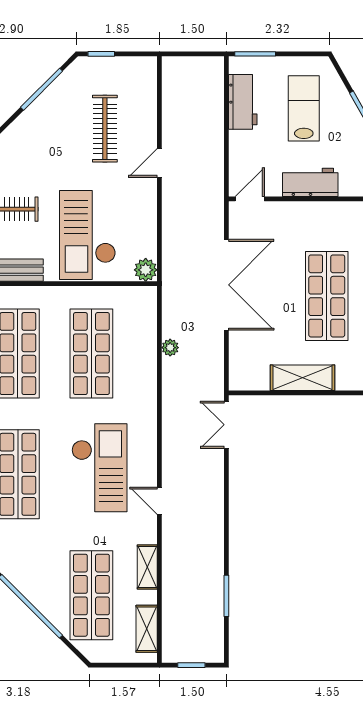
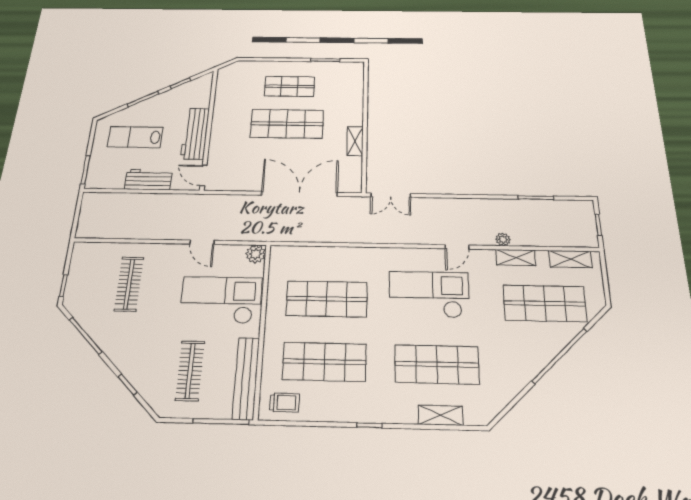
workbench: (243, 102) -> (148, 180), moved
clothes rail: (105, 129) -> (129, 284), turned 90
door: (159, 163) -> (202, 242), moved
workbench: (310, 182) -> (195, 134), width x1.37
checkout: (88, 235) -> (221, 300), turned 180
double door: (226, 285) -> (299, 194), moved
plant: (170, 348) -> (503, 239), moved
shelving: (302, 378) -> (355, 141), width x0.67, depth x0.75

